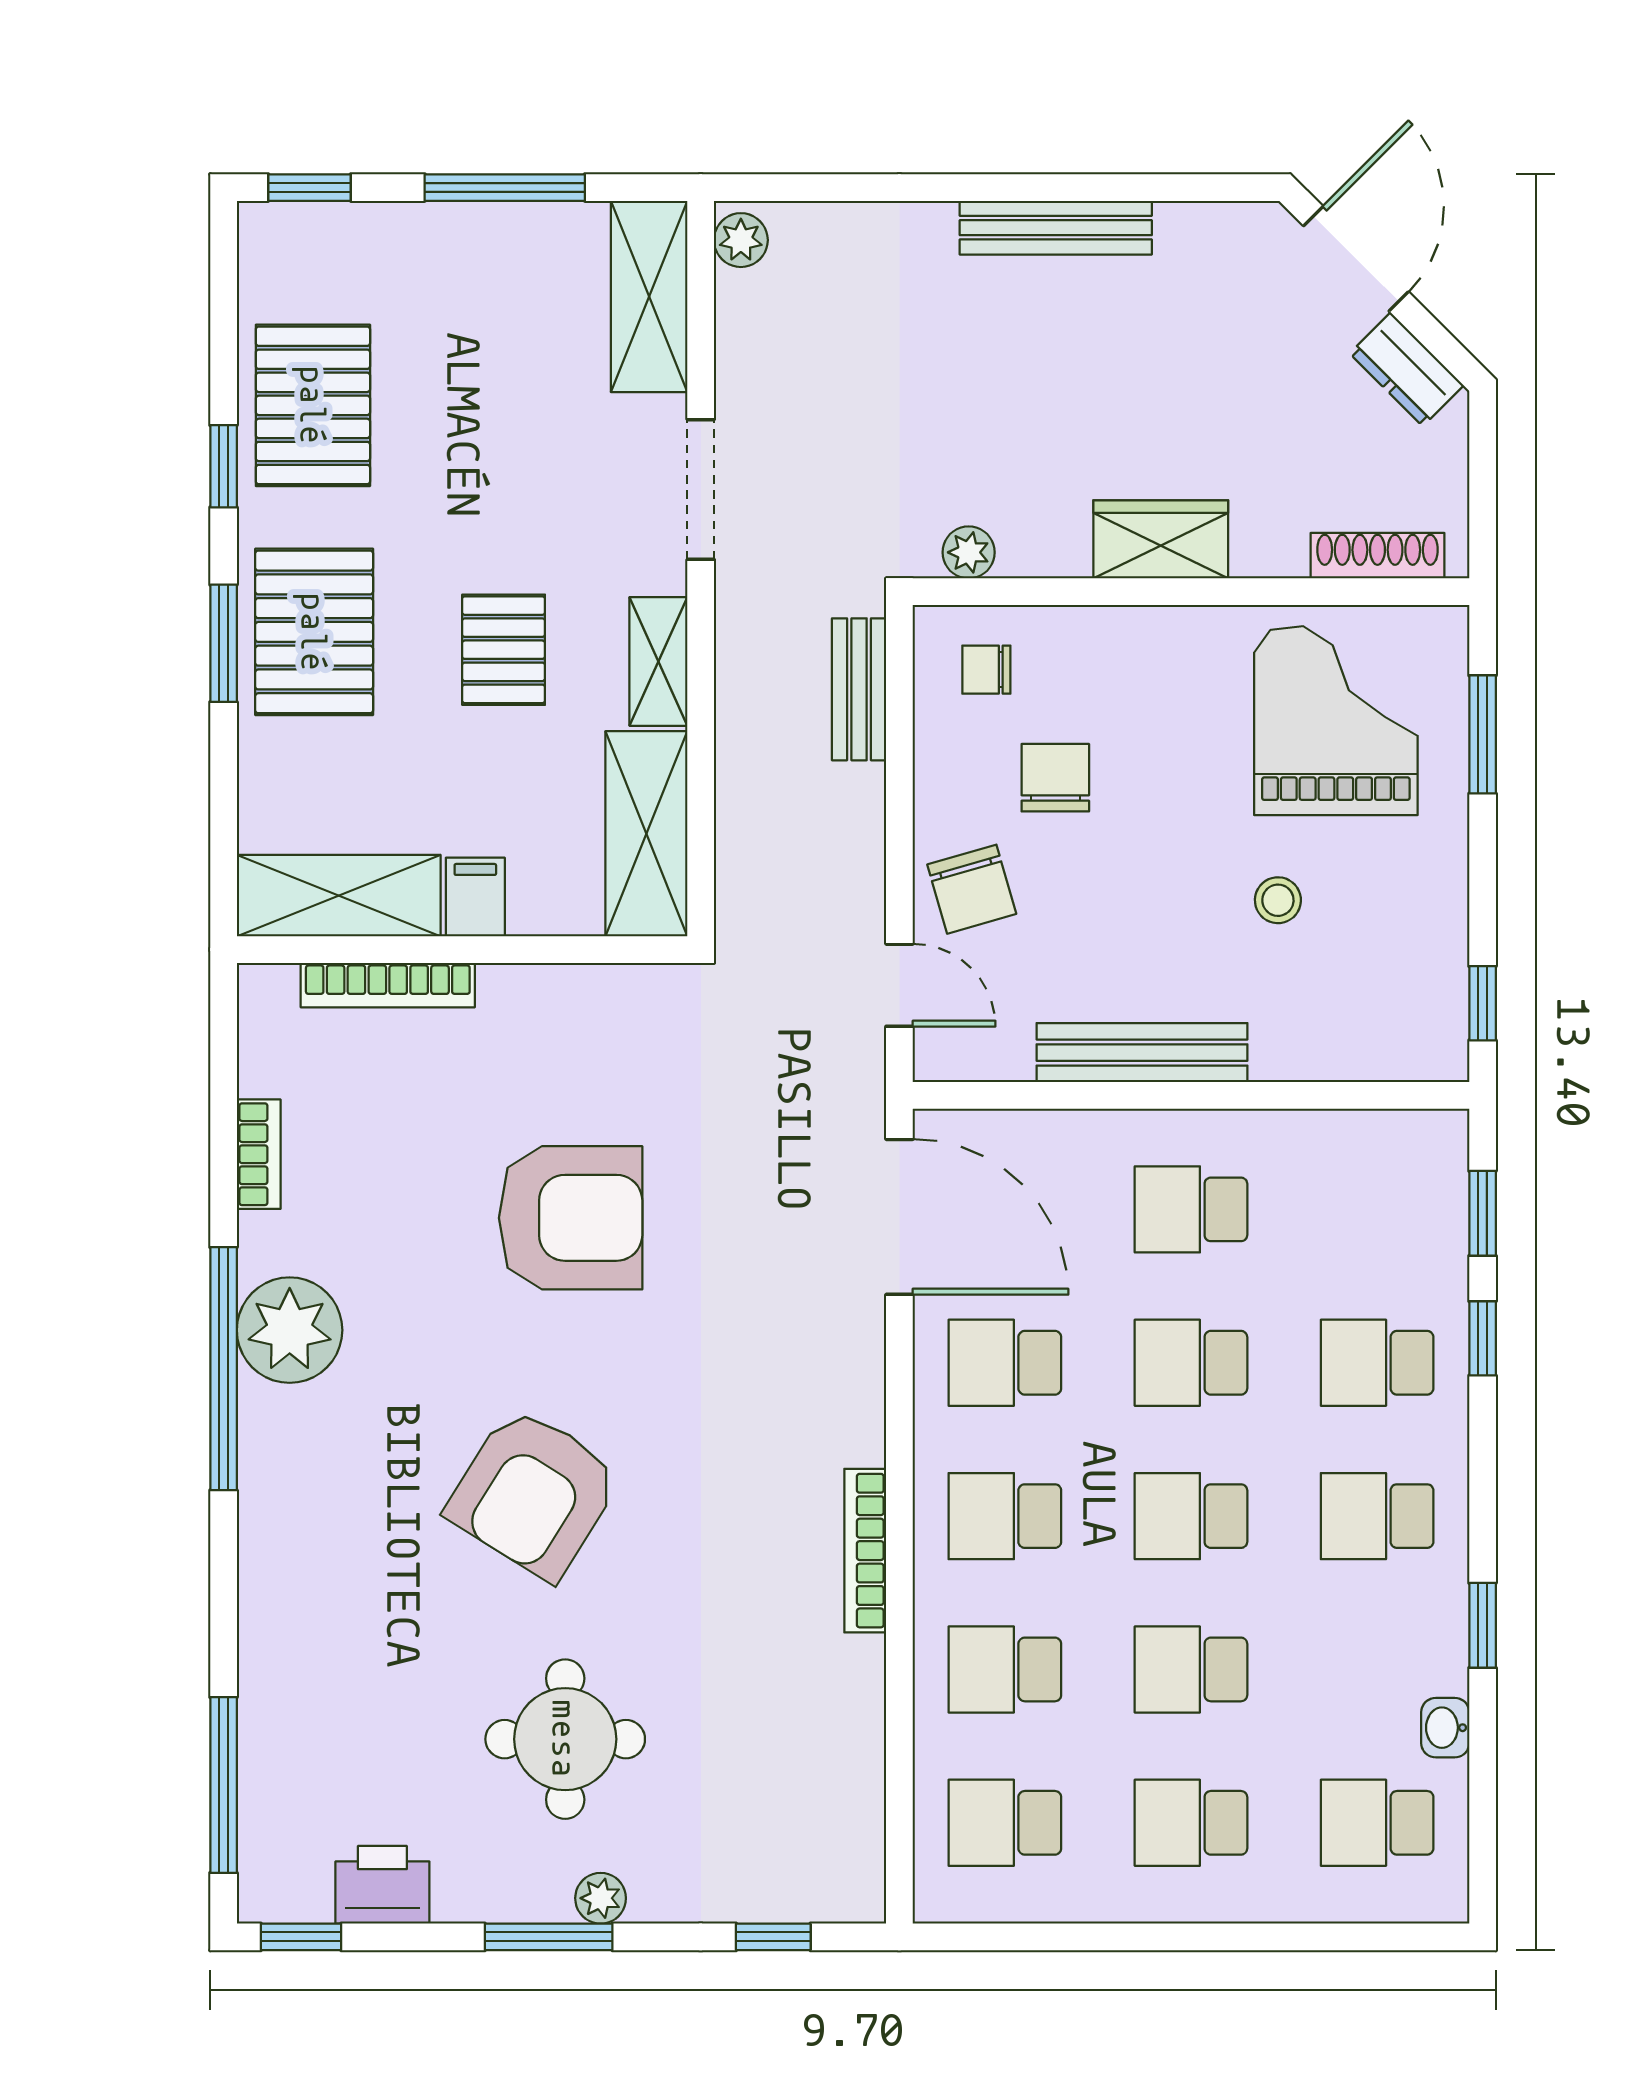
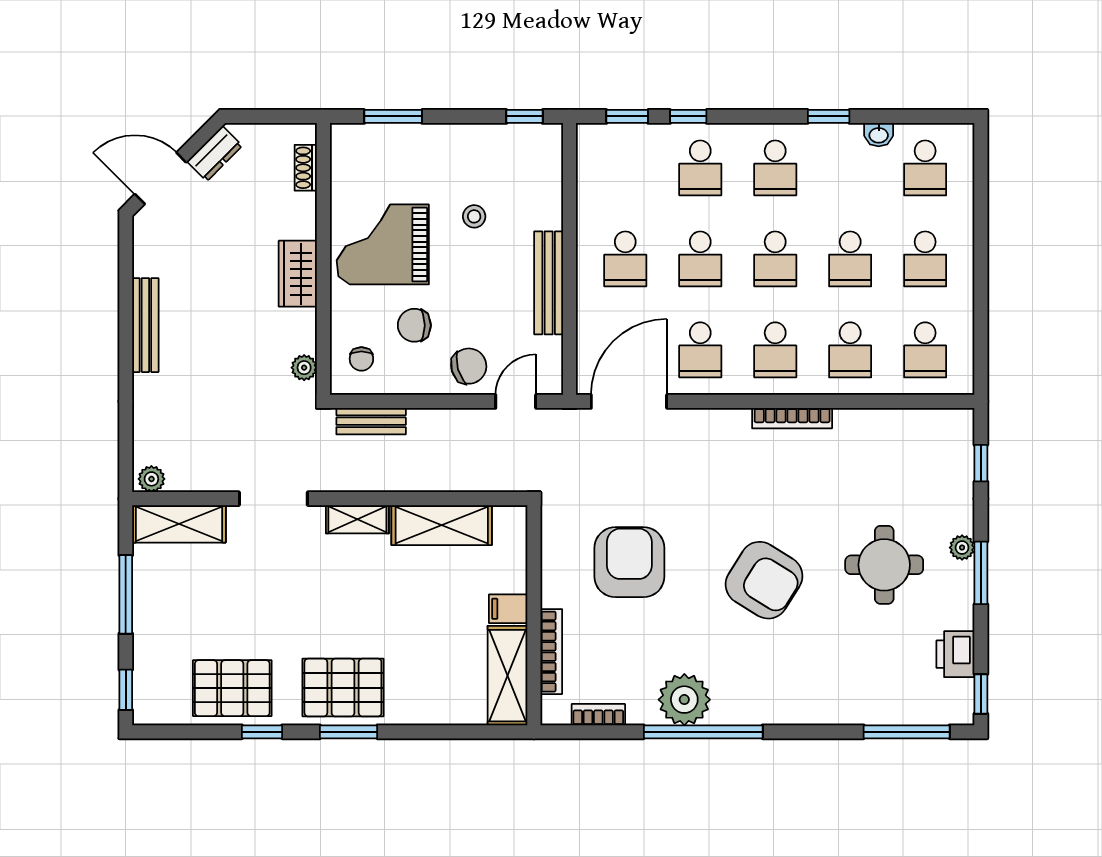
shoe rack: (1377, 556) -> (306, 168), width x0.70
pallet: (504, 650) -> (352, 595), removed
grand piano: (1336, 721) -> (383, 244), moved
shelving: (339, 896) -> (507, 676), moved
filing cabinet: (475, 897) -> (508, 609), moved
wall: (462, 950) -> (534, 615), moved
bookcase: (388, 985) -> (551, 652), moved

